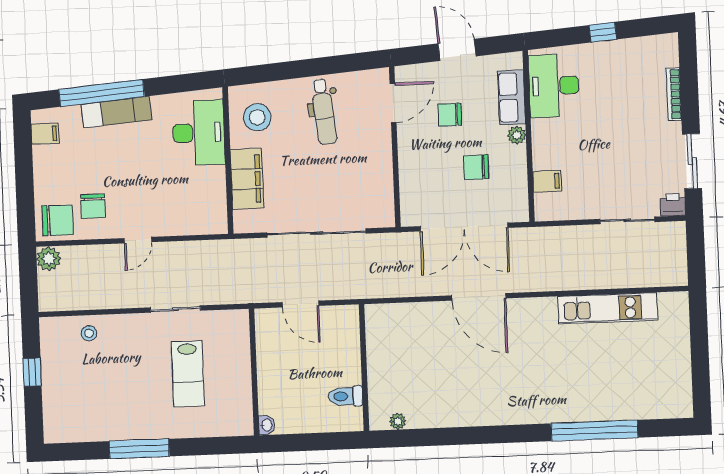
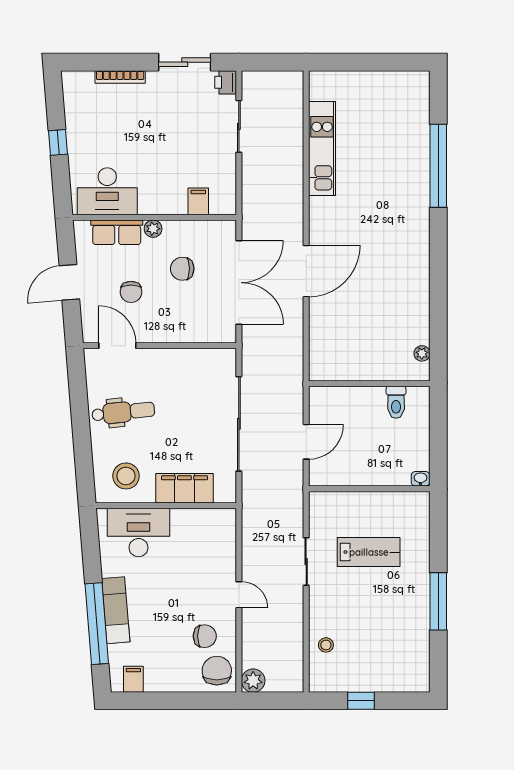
chair: (476, 167) -> (182, 269), turned 90

